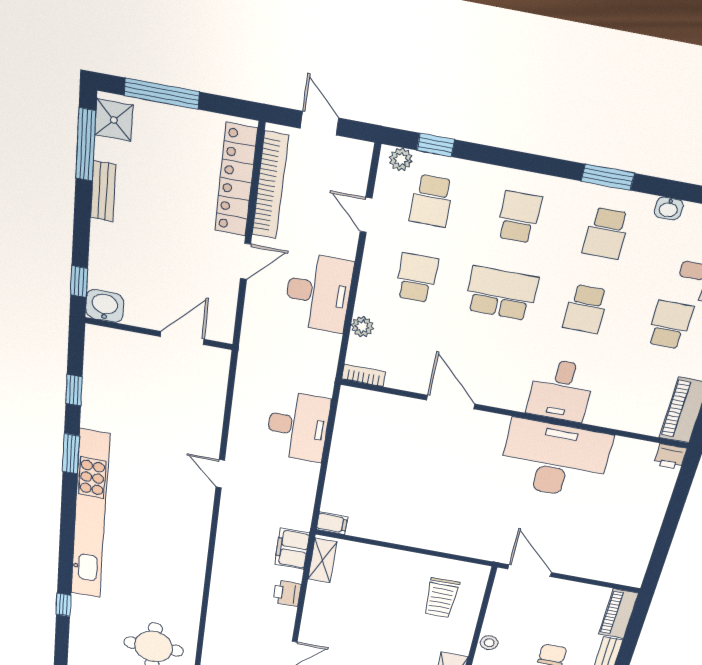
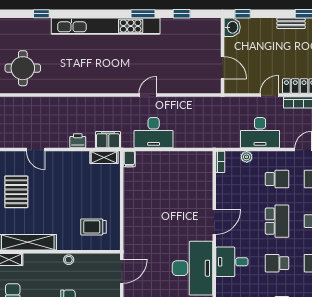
door: (246, 261) -> (269, 95), swing flipped
door: (451, 402) -> (214, 222), moved
desk: (298, 426) -> (154, 133), moved

